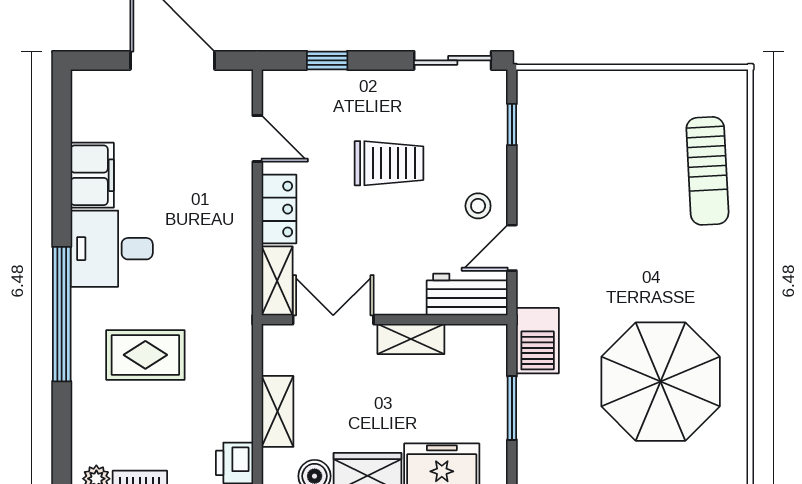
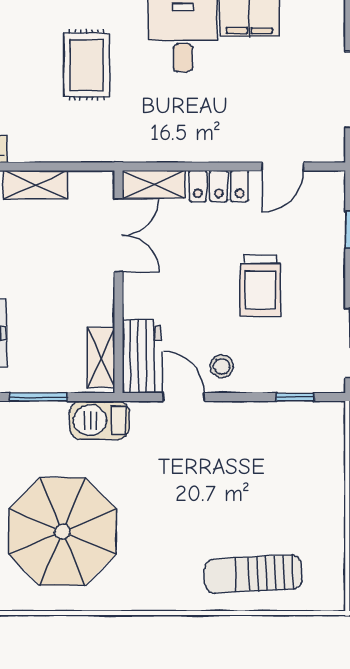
shelving: (411, 339) -> (101, 358), moved

